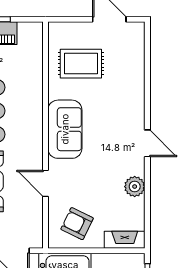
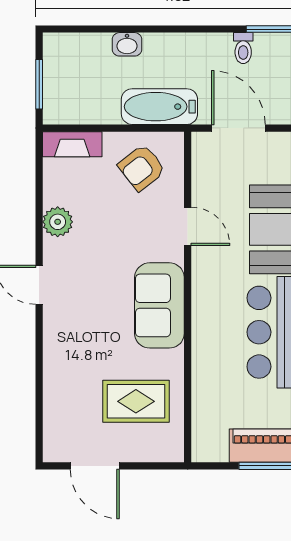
armchair: (77, 224) -> (142, 168), turned 116

